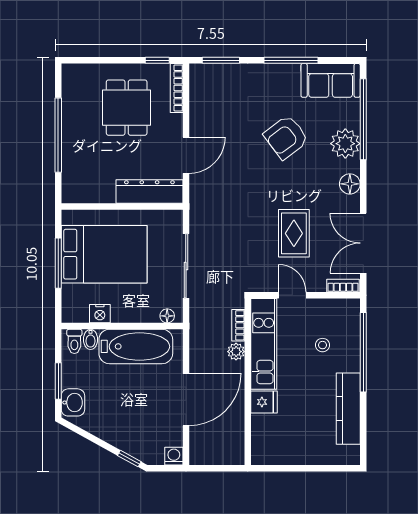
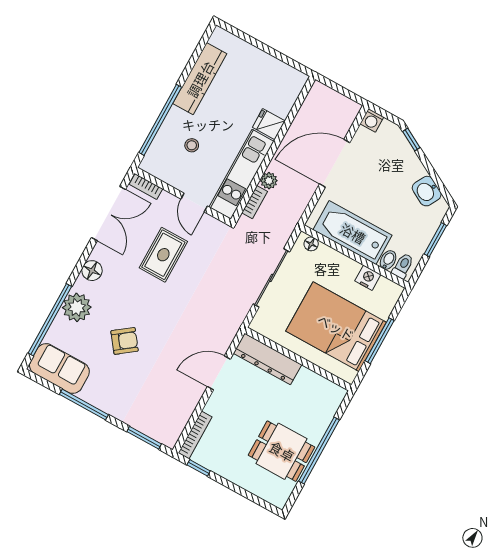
dining table: (127, 108) -> (282, 451), moved, turned 90
armchair: (286, 137) -> (125, 341), width x0.72, depth x0.72
washbasin: (73, 402) -> (427, 191), moved, turned -61

